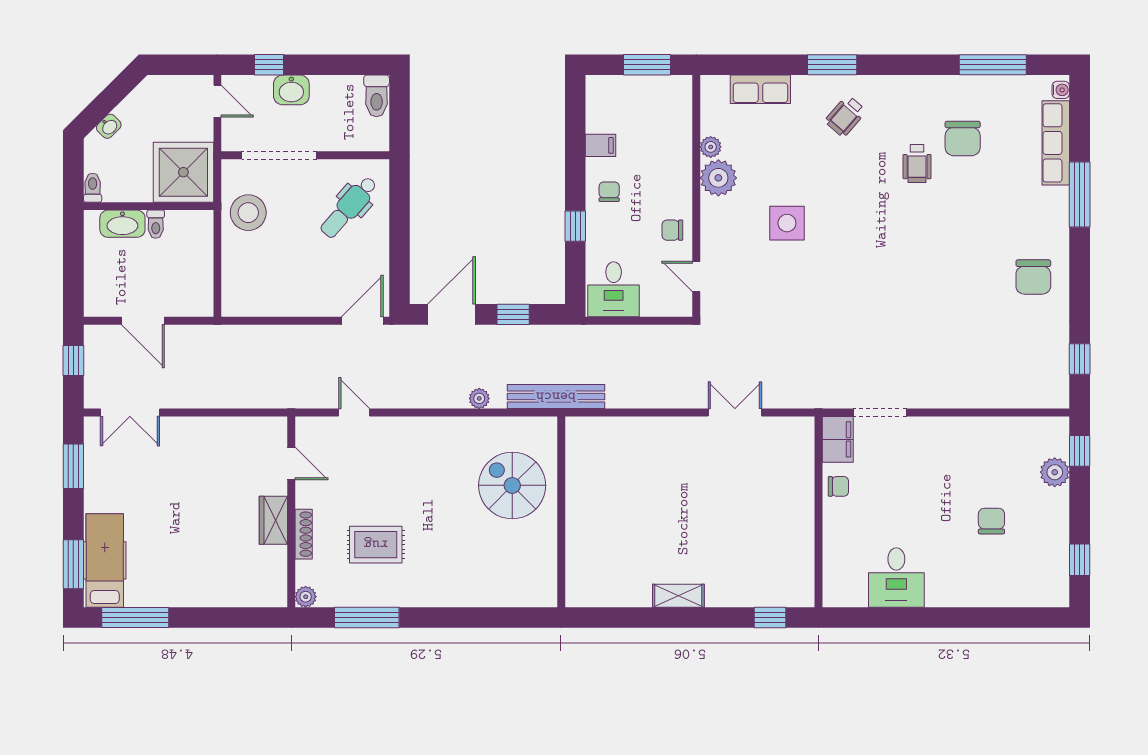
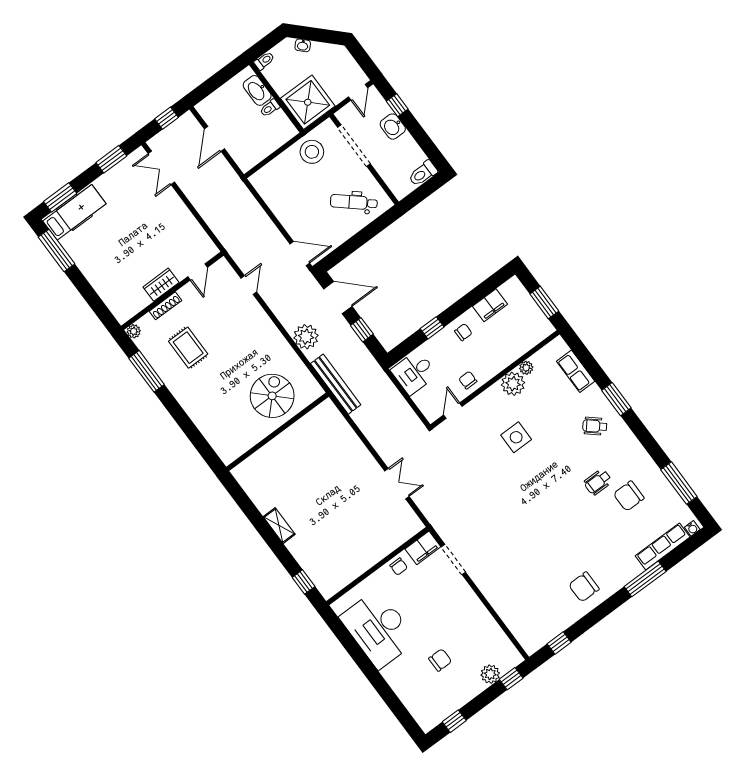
filing cabinet: (600, 145) -> (490, 305), width x2.00
plant: (479, 398) -> (306, 337), width x1.87, depth x1.87
desk: (896, 578) -> (378, 629), width x1.87, depth x1.30

